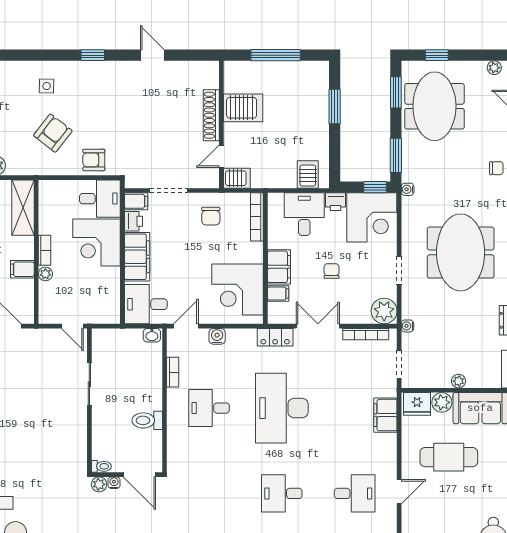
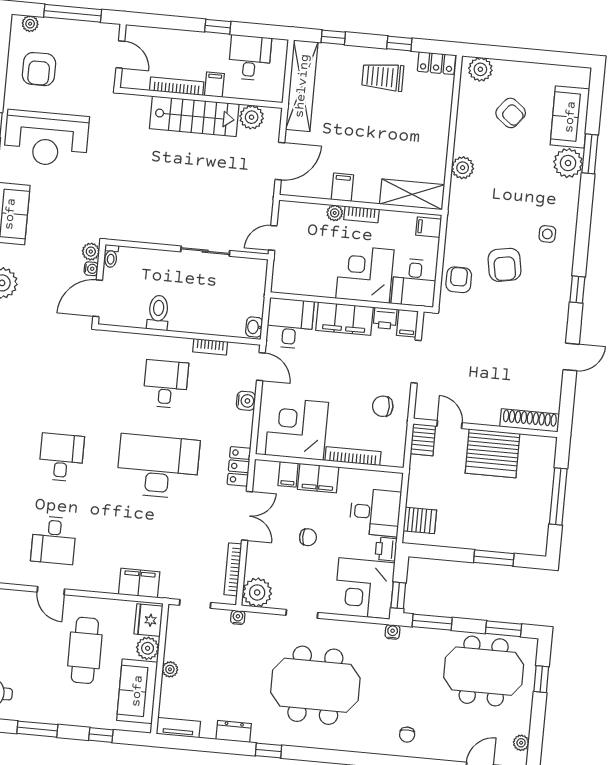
server rack: (243, 108) -> (493, 453), width x1.60
shoe rack: (211, 115) -> (530, 420), moved
armchair: (53, 133) -> (505, 265), moved, turned 42
filing cabinet: (50, 191) -> (429, 227), added
bookcase: (257, 217) -> (353, 456), moved

